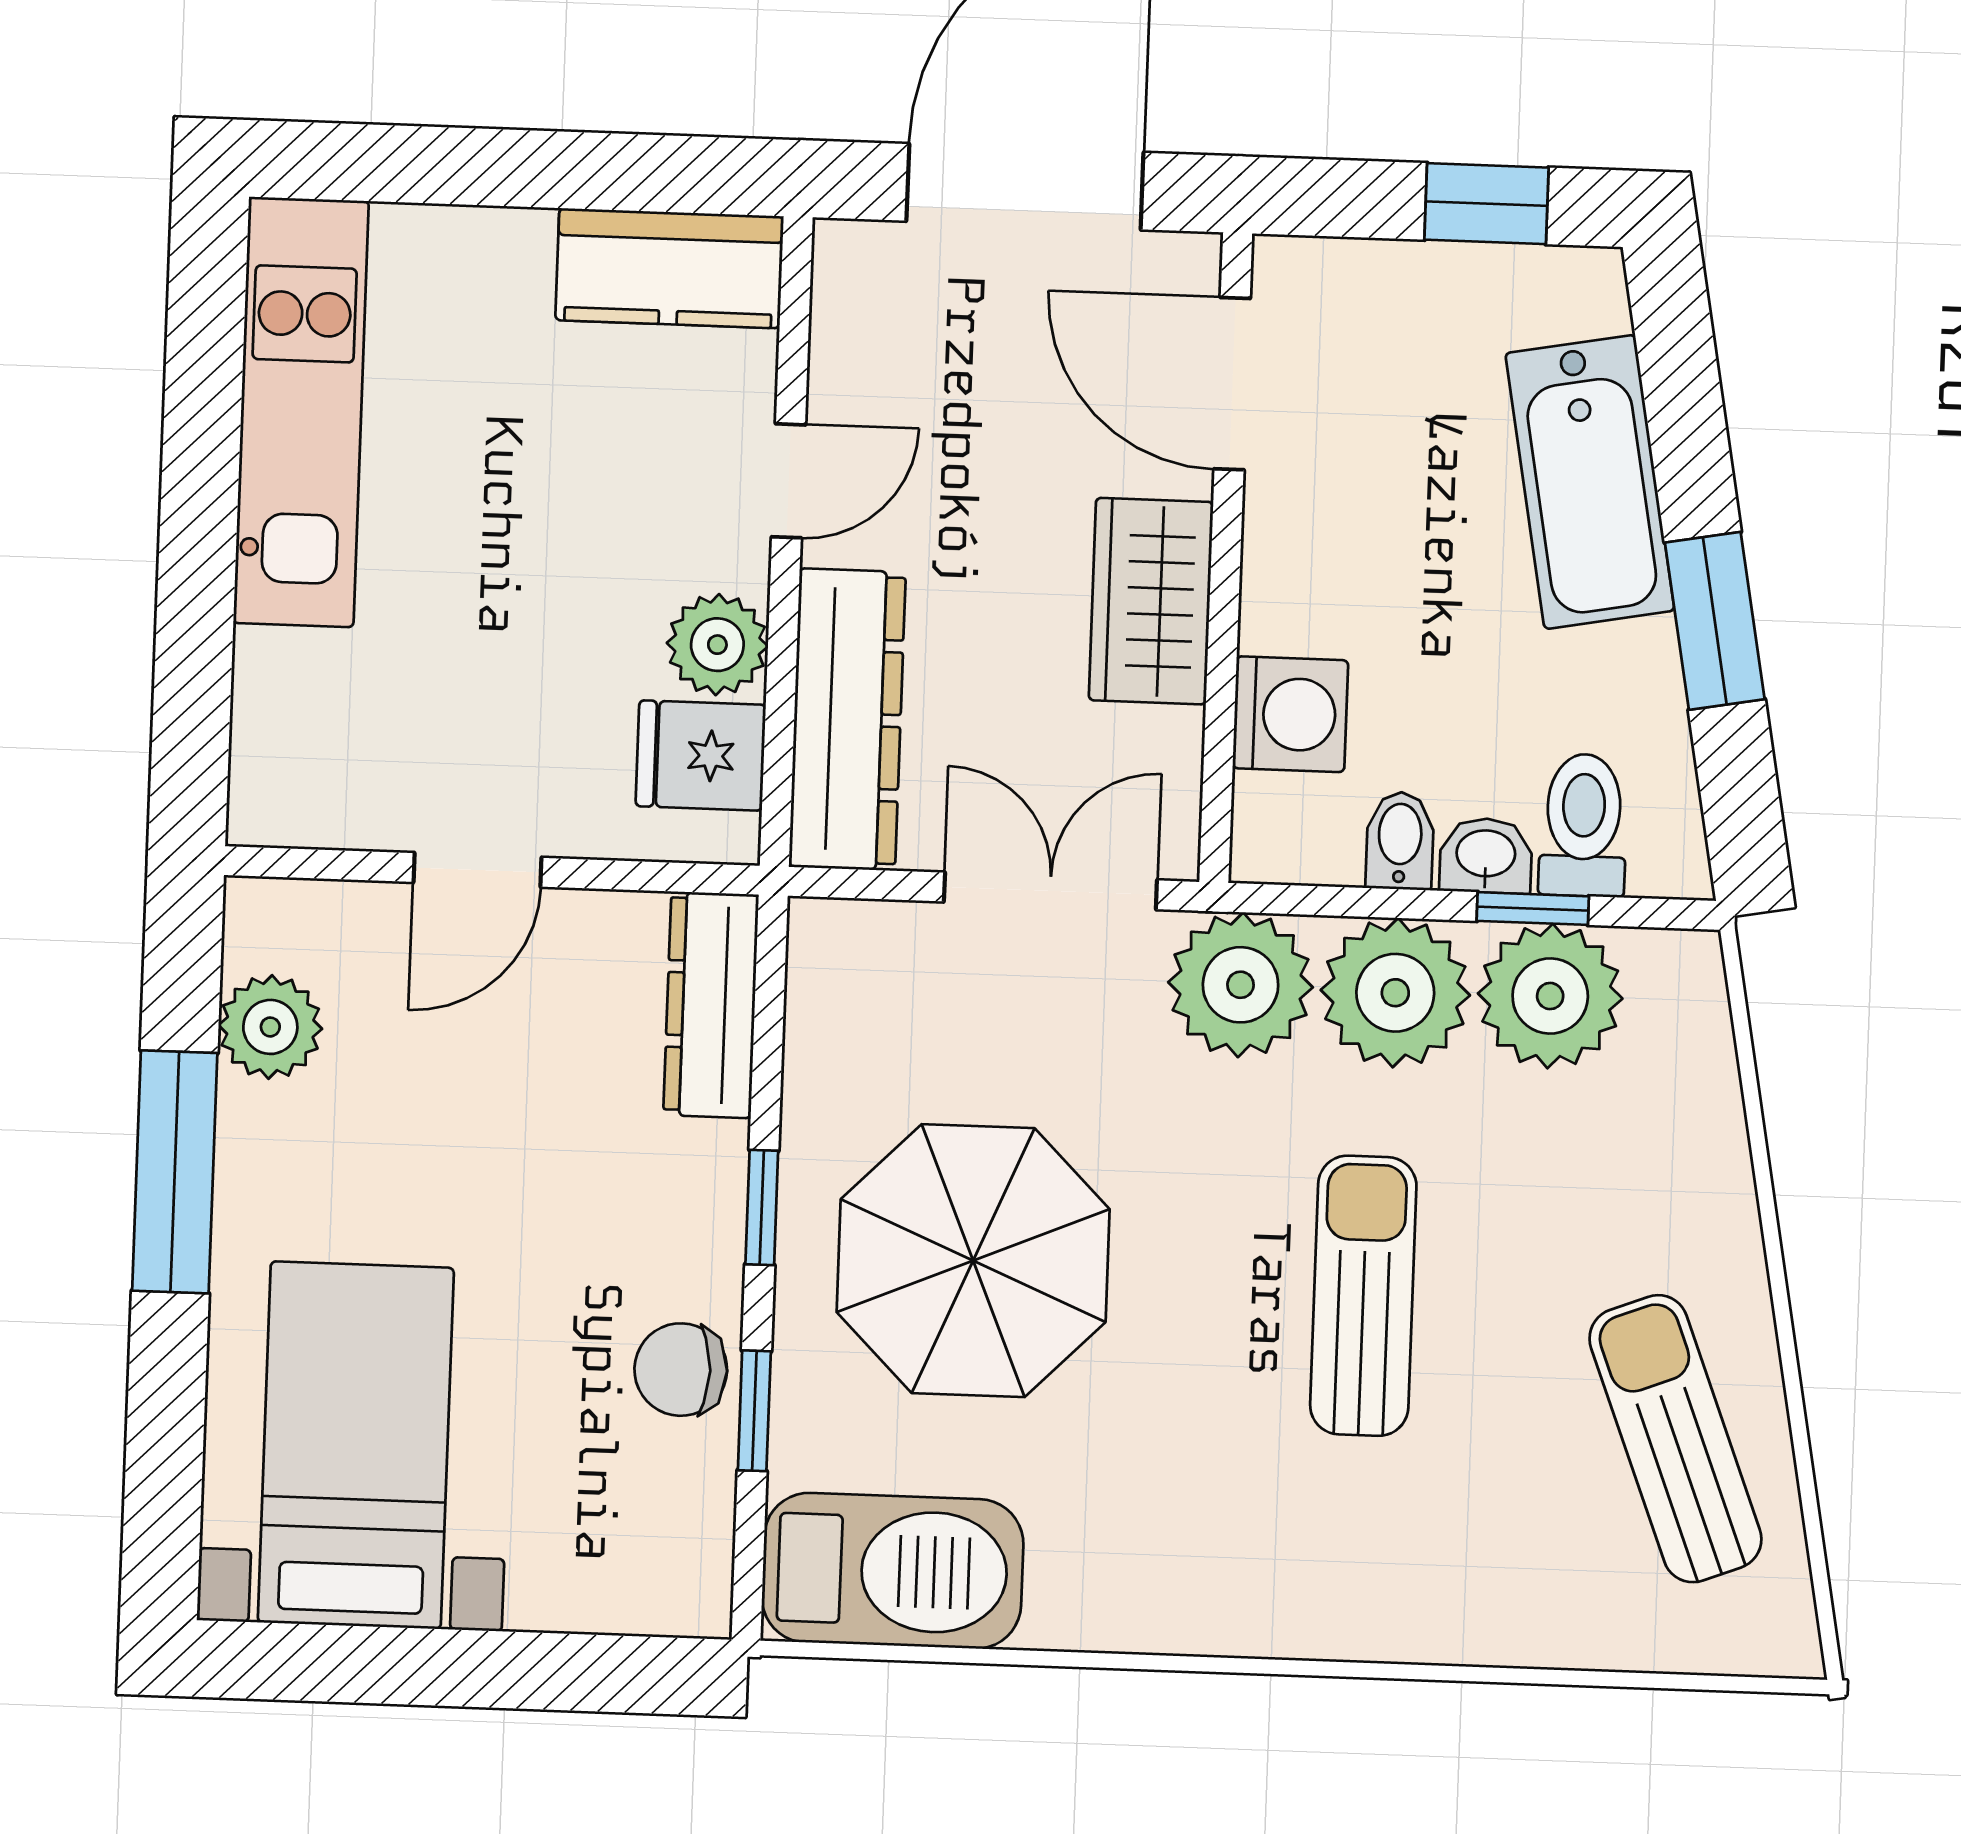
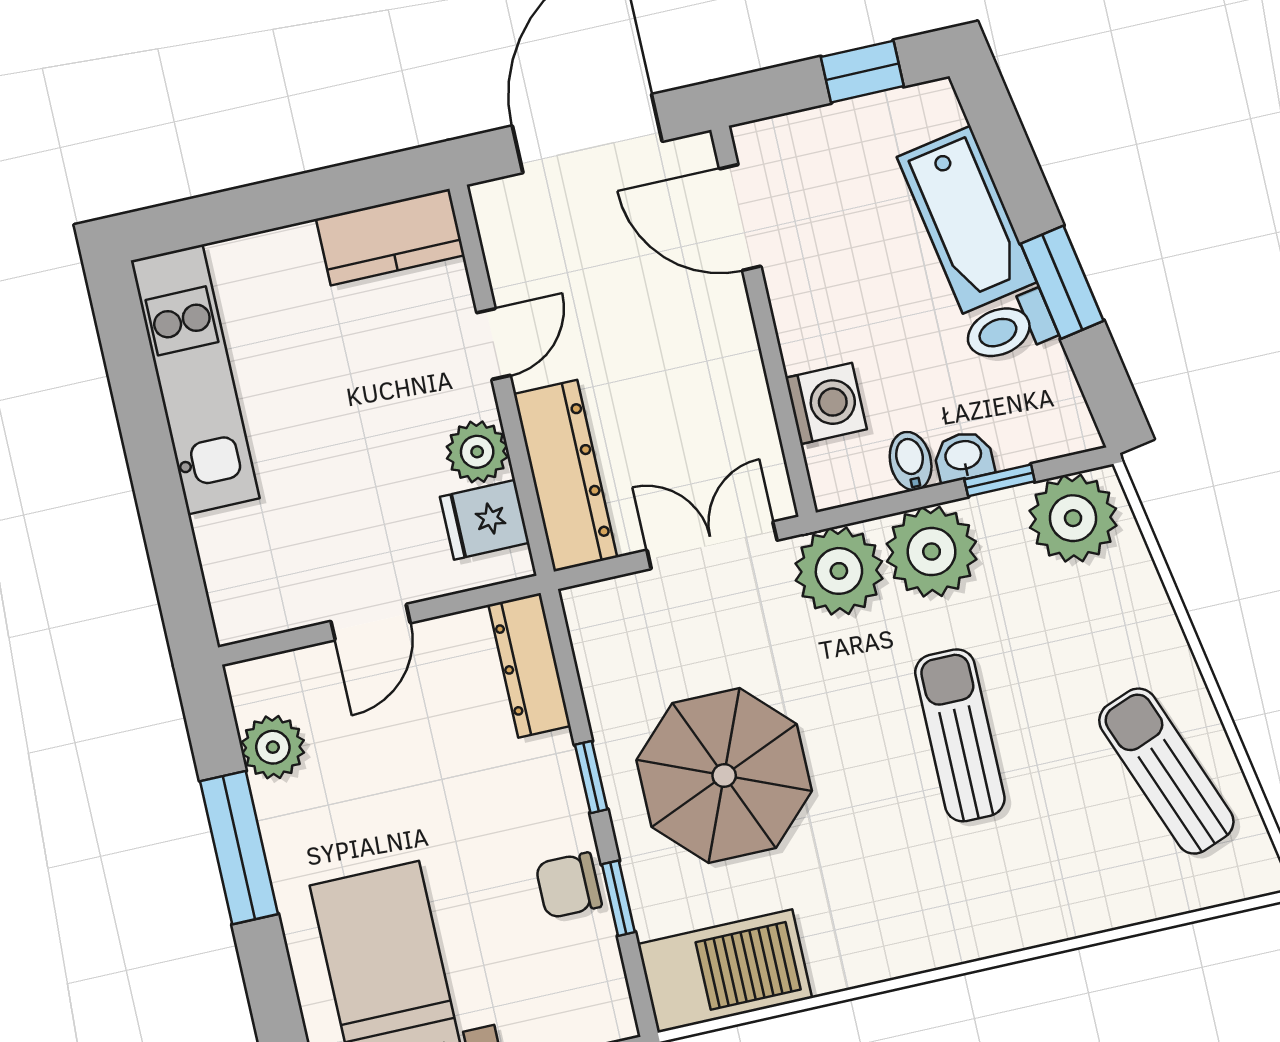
wardrobe: (1151, 601) -> (726, 358), removed
toilet: (1583, 825) -> (1009, 328), moved, turned -100
plant: (1550, 996) -> (1073, 518), moved

